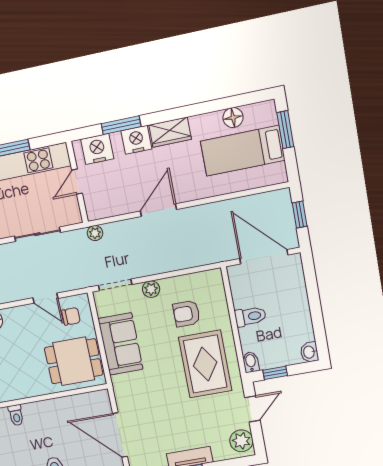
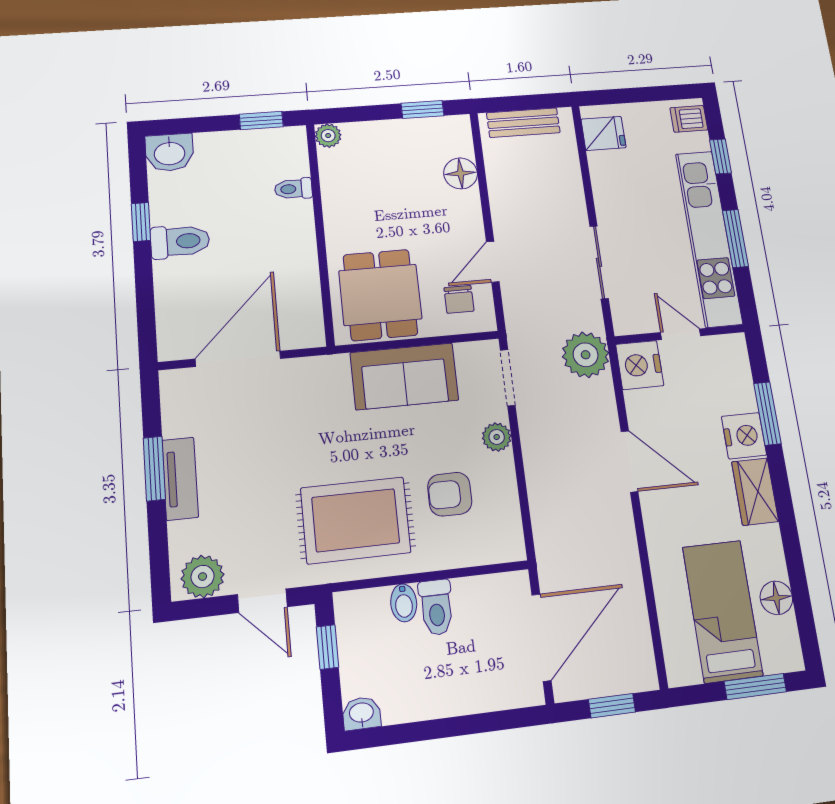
nightstand: (97, 149) -> (640, 365), moved, turned 180
plant: (95, 233) -> (586, 355), width x1.87, depth x1.87
armchair: (186, 314) -> (450, 494), turned -90
bidet: (251, 362) -> (404, 603), moved, turned 90

